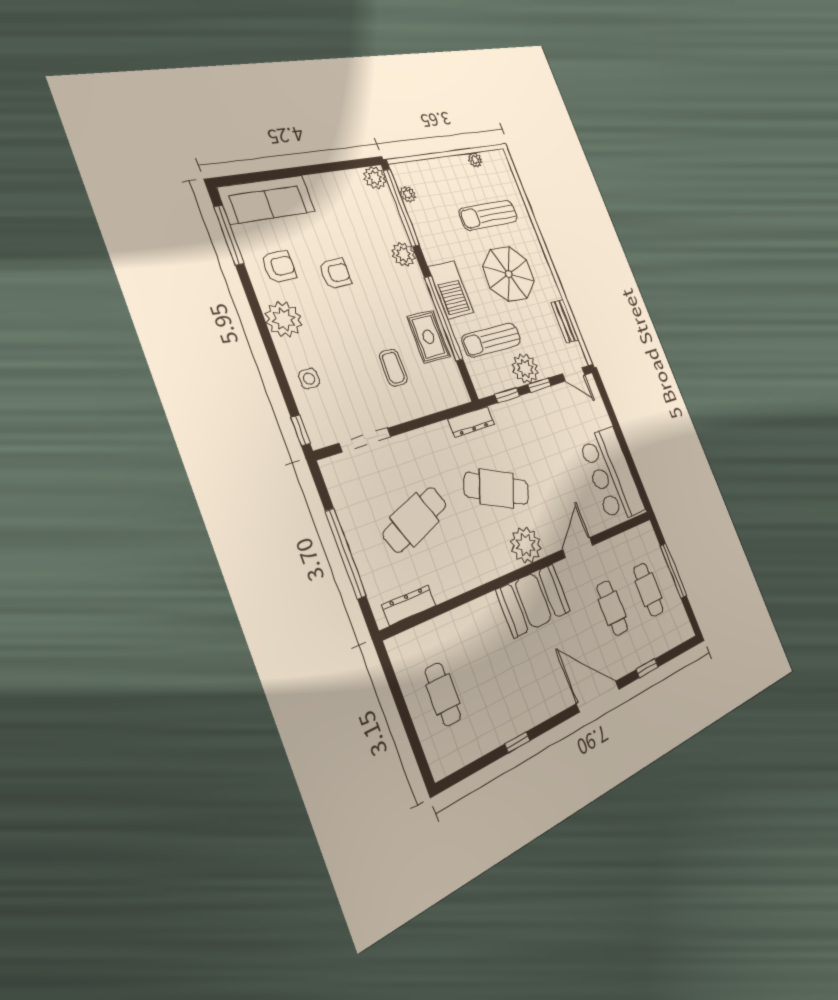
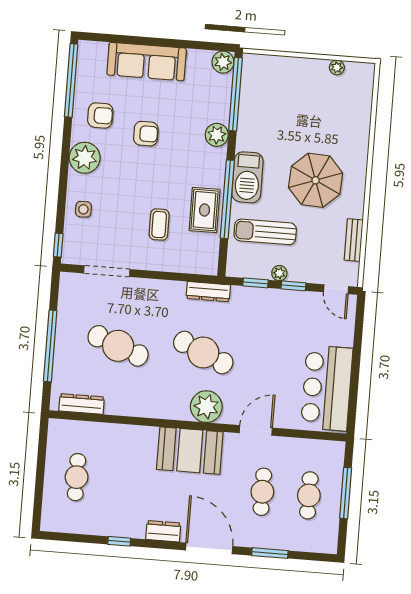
plant: (408, 194) -> (248, 84), removed
sofa: (267, 199) -> (147, 62), moved
sun lounger: (488, 215) -> (323, 122), removed
window: (229, 235) -> (71, 80), width x1.46
plant: (525, 369) -> (279, 273), width x0.53, depth x0.53
cafe table: (415, 519) -> (118, 346), turned 42
window: (647, 668) -> (270, 553), width x1.50
dresser: (551, 704) -> (163, 531), added

